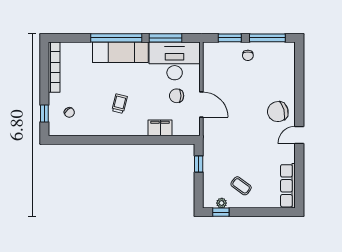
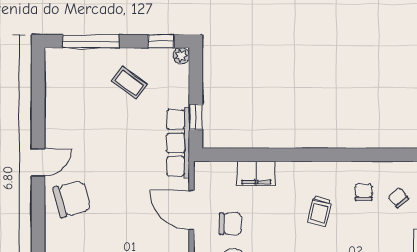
chair: (91, 116) -> (364, 192), added
row of seats: (288, 186) -> (178, 143), moved, turned 180
plant: (222, 203) -> (181, 56), moved
window: (266, 212) -> (91, 41), added

